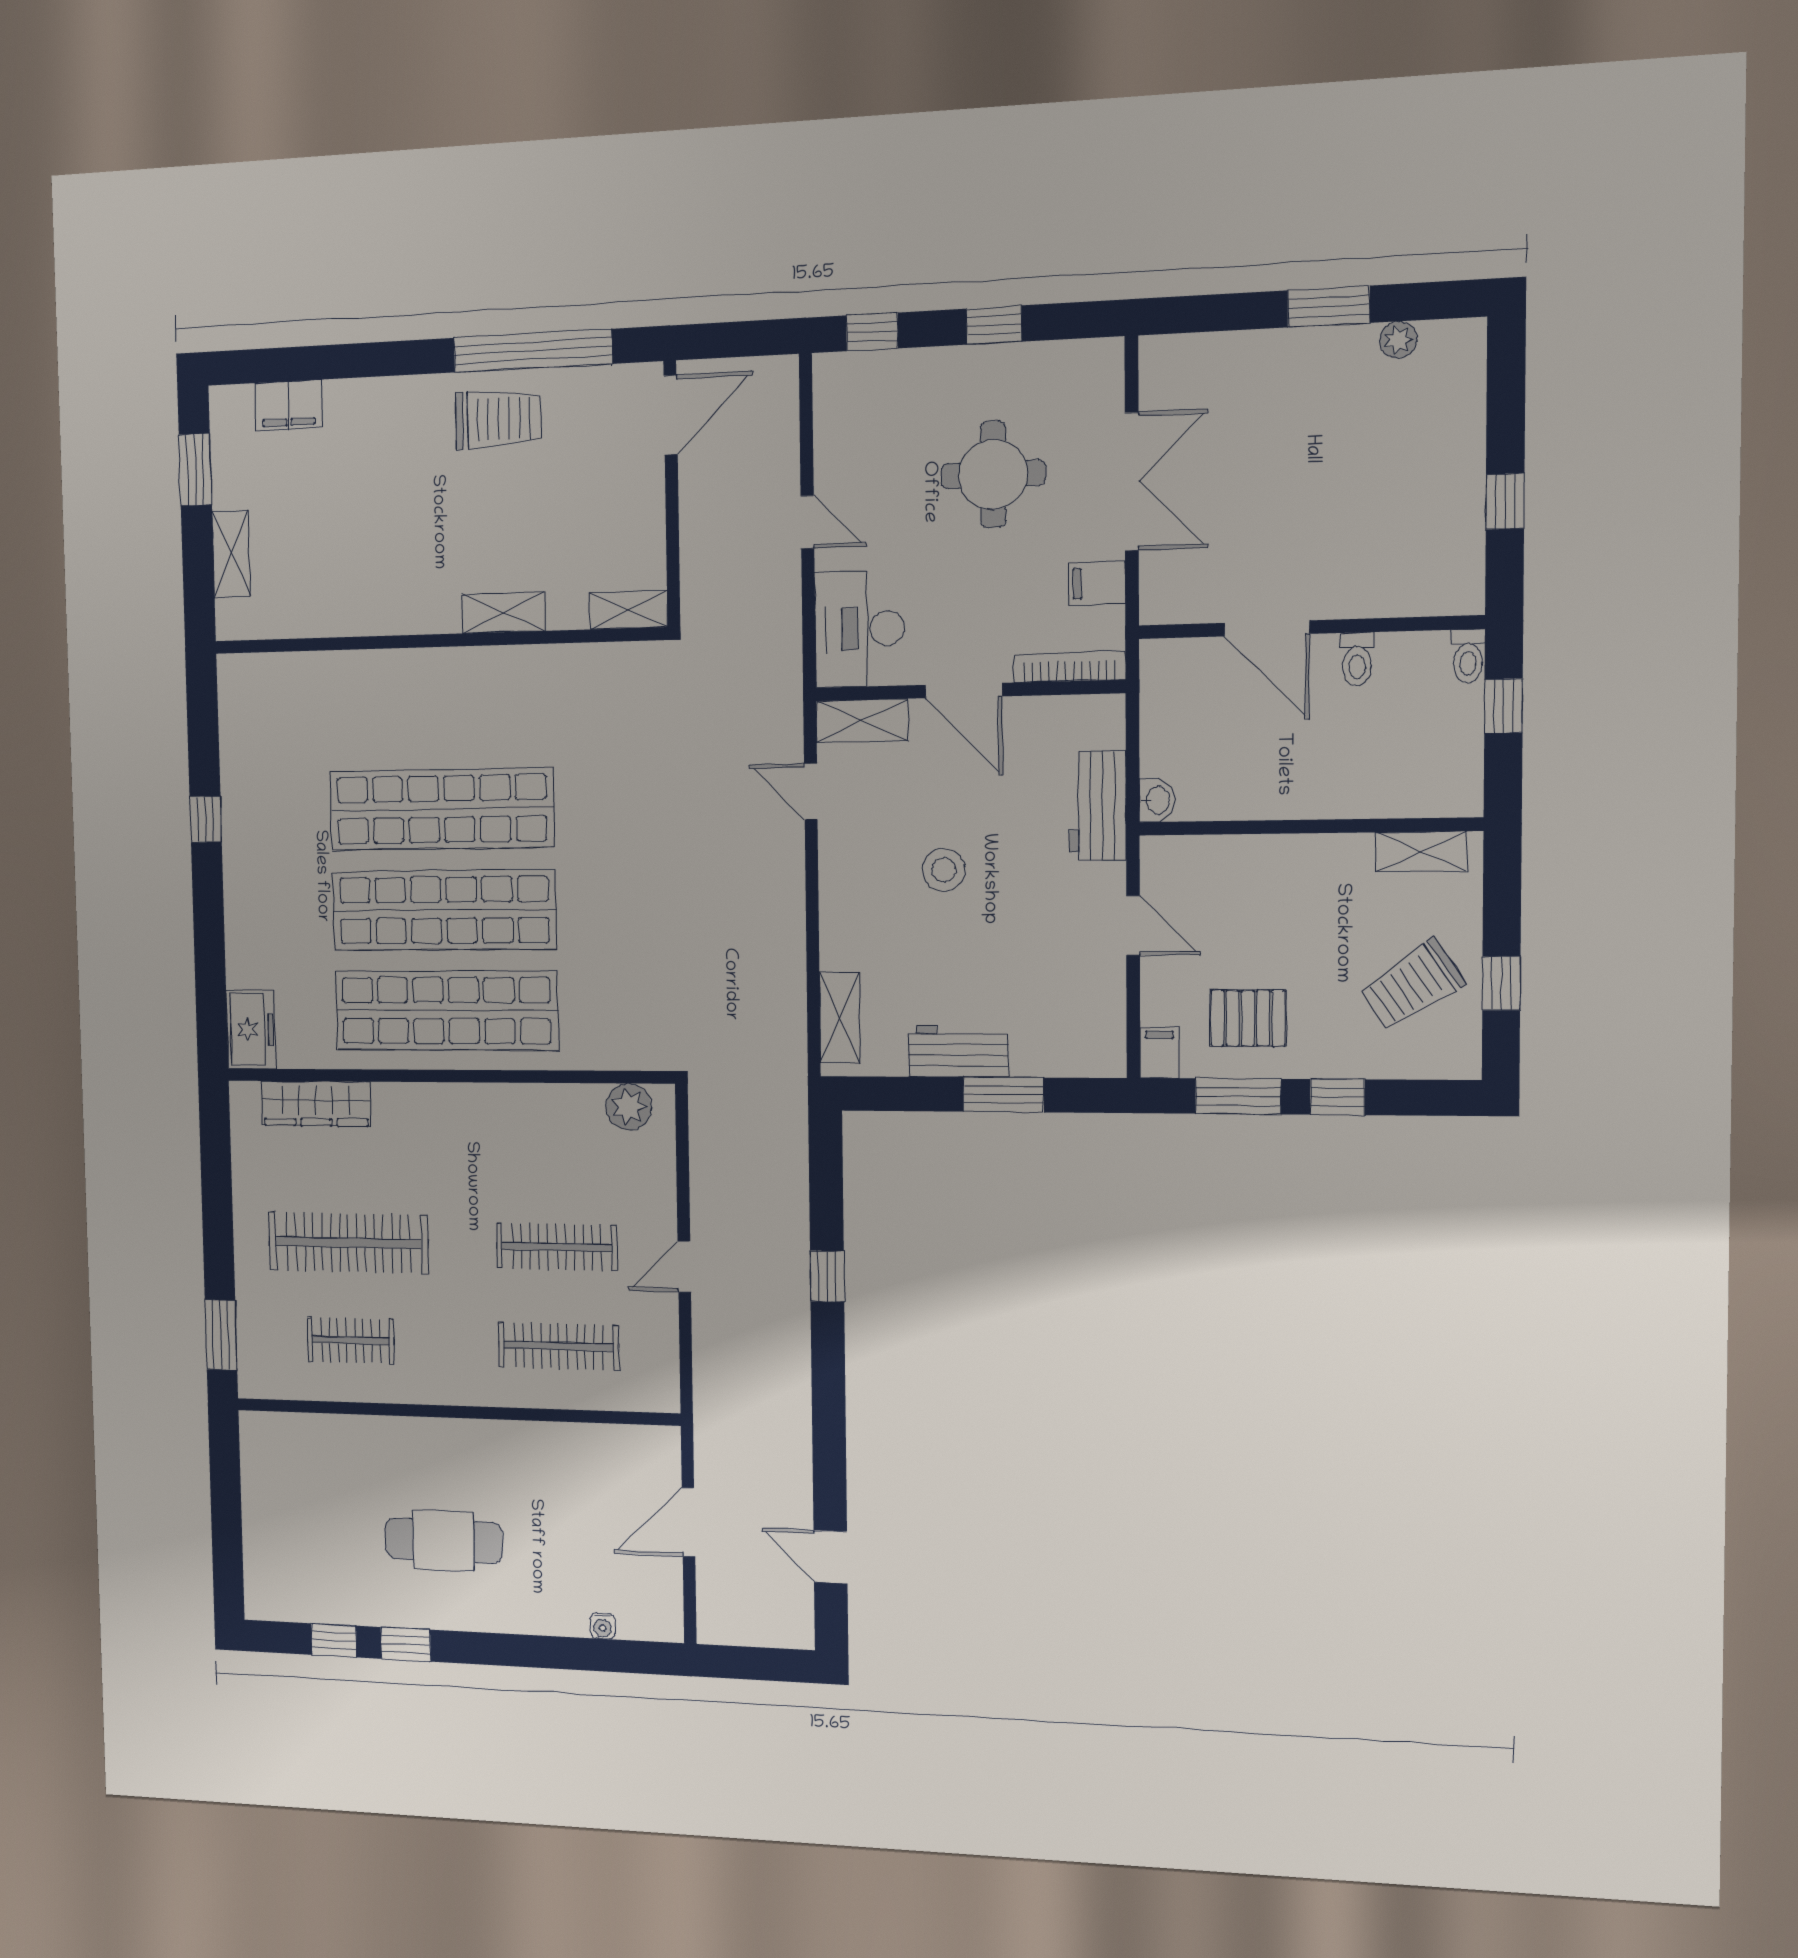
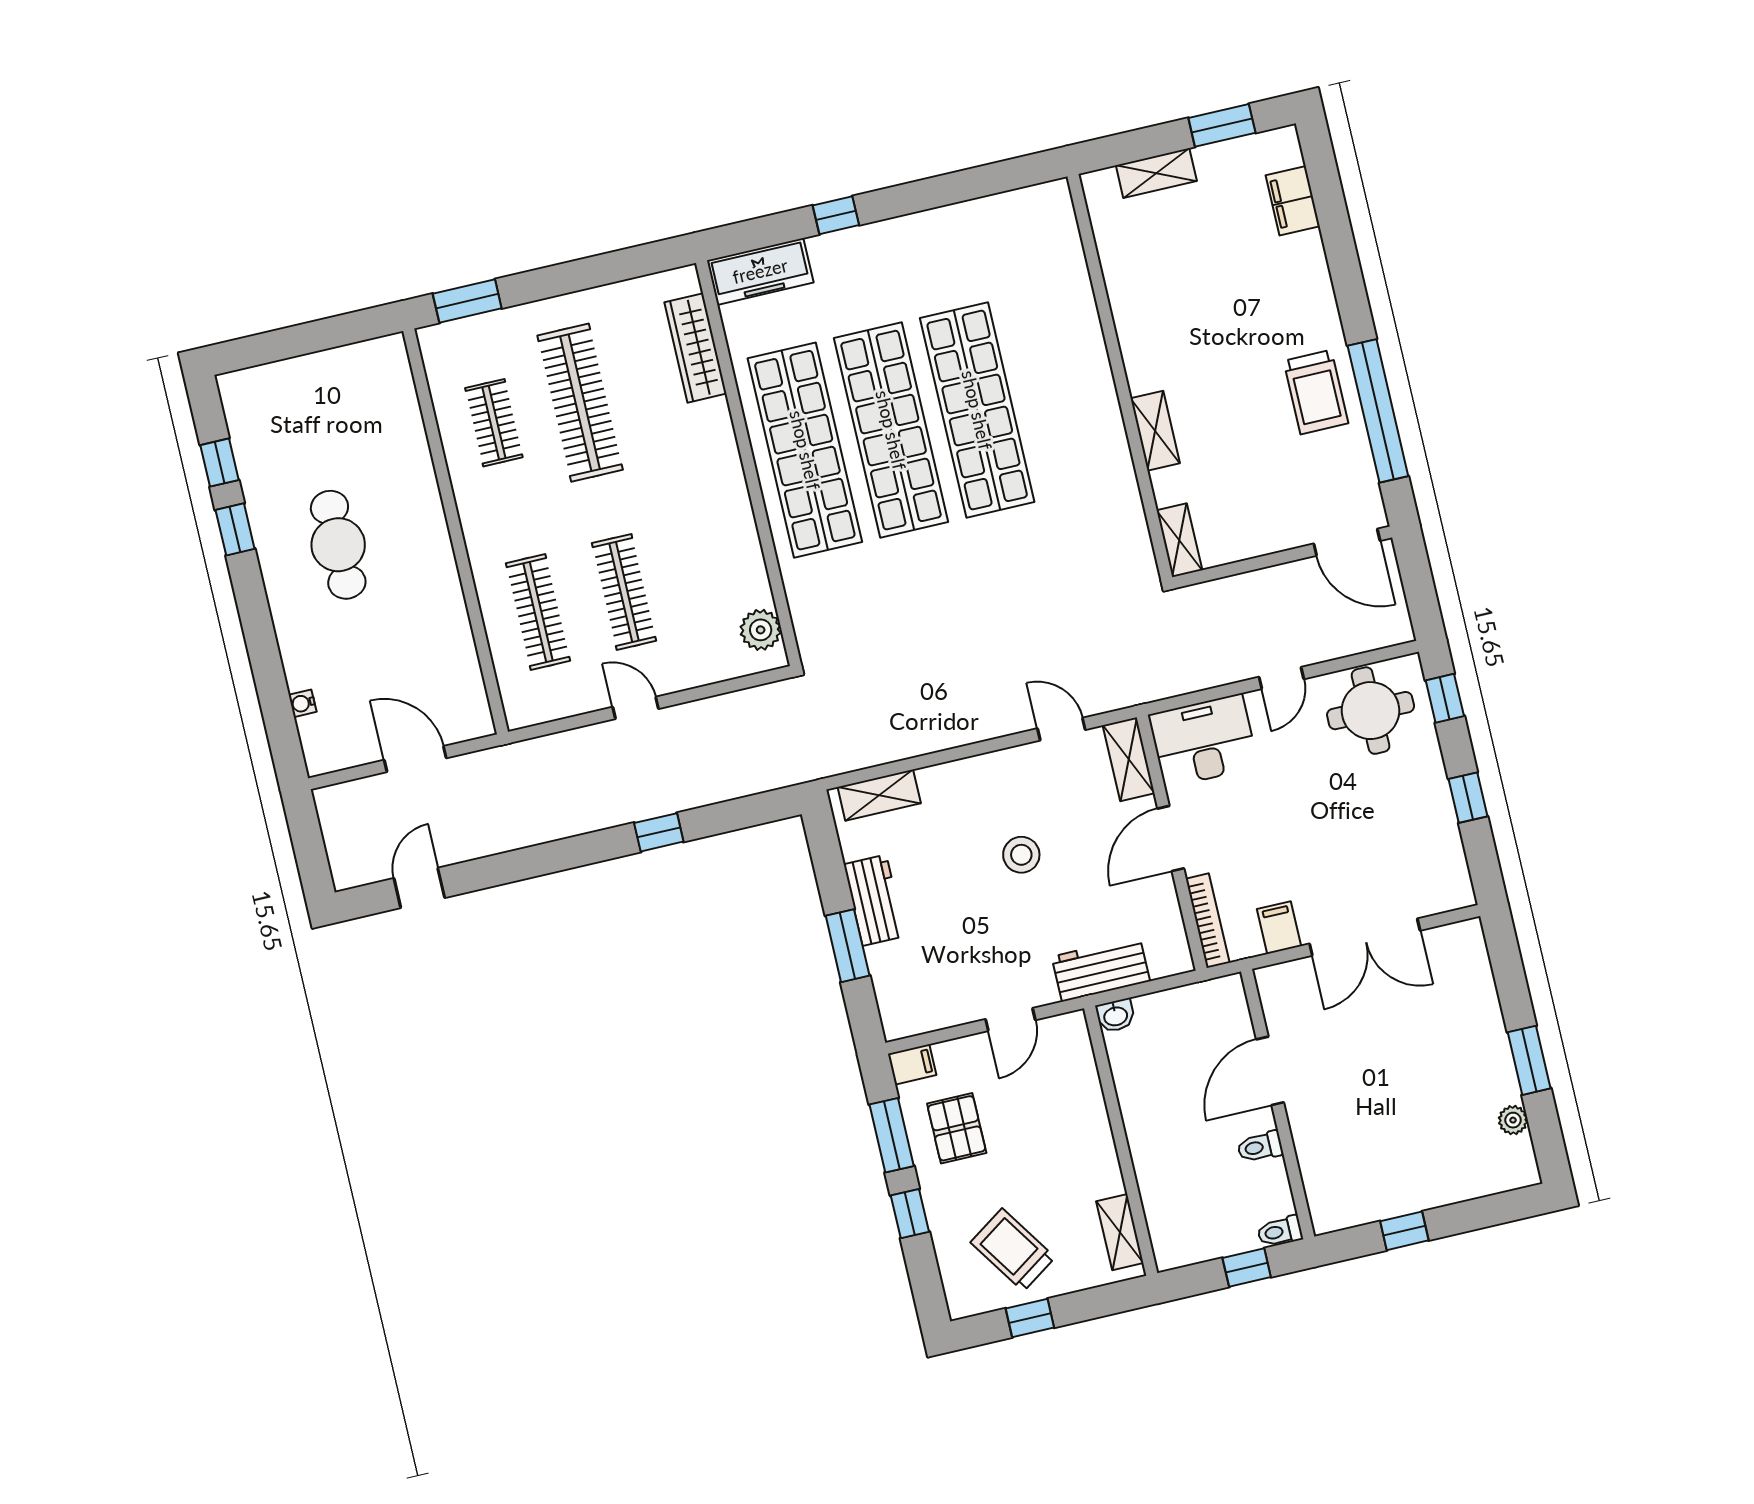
round table: (993, 474) -> (1371, 711), moved
door: (811, 792) -> (1061, 729), hinge flipped
window: (206, 819) -> (836, 215), moved
freezer: (251, 1029) -> (760, 271), width x1.40

